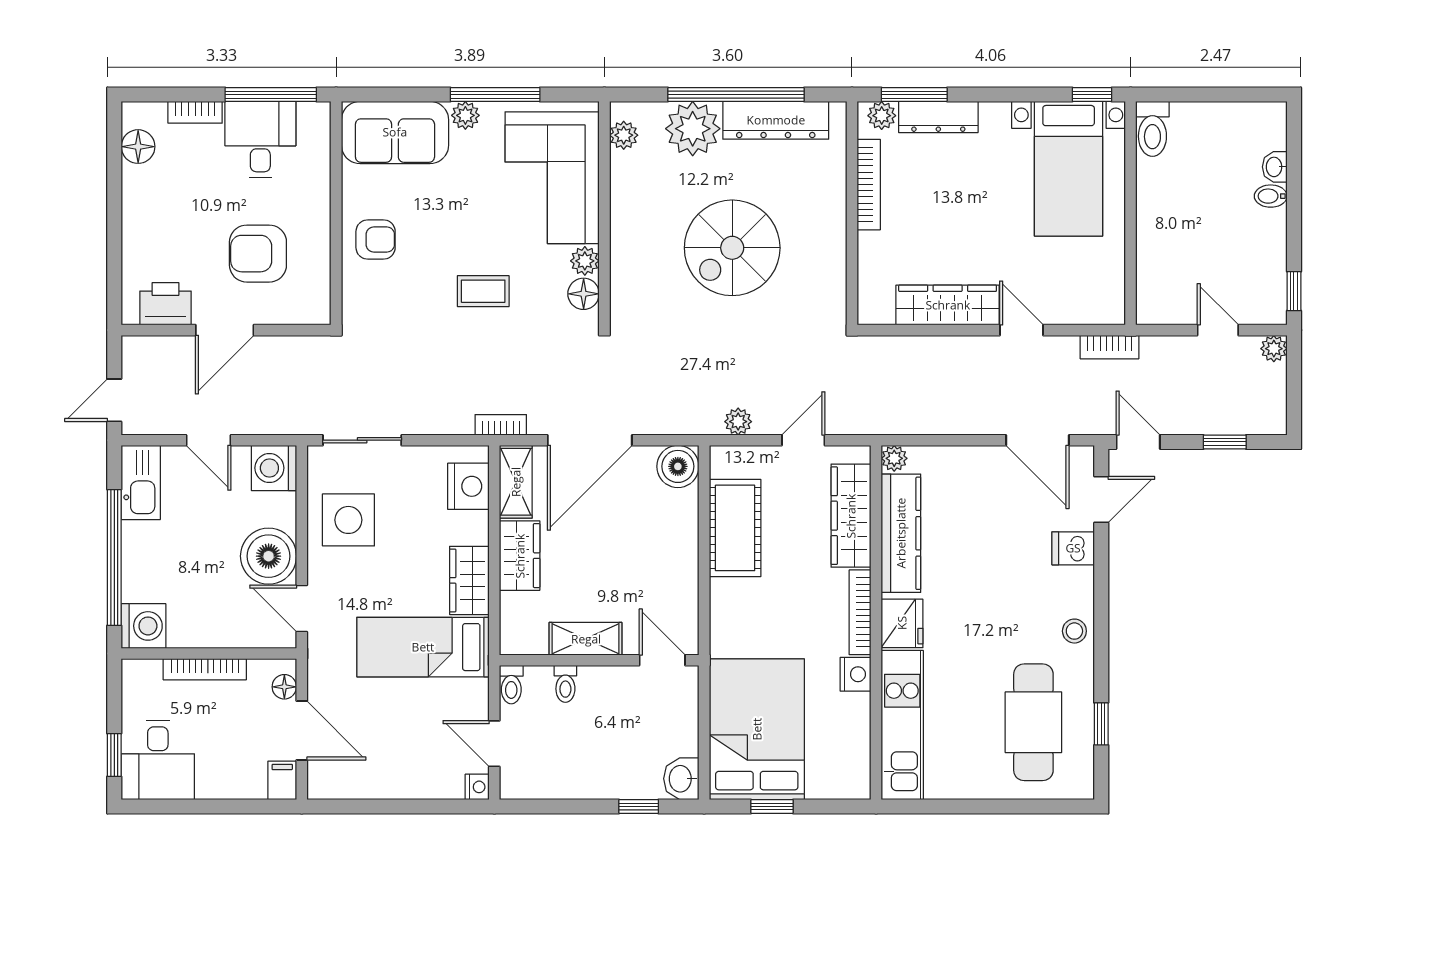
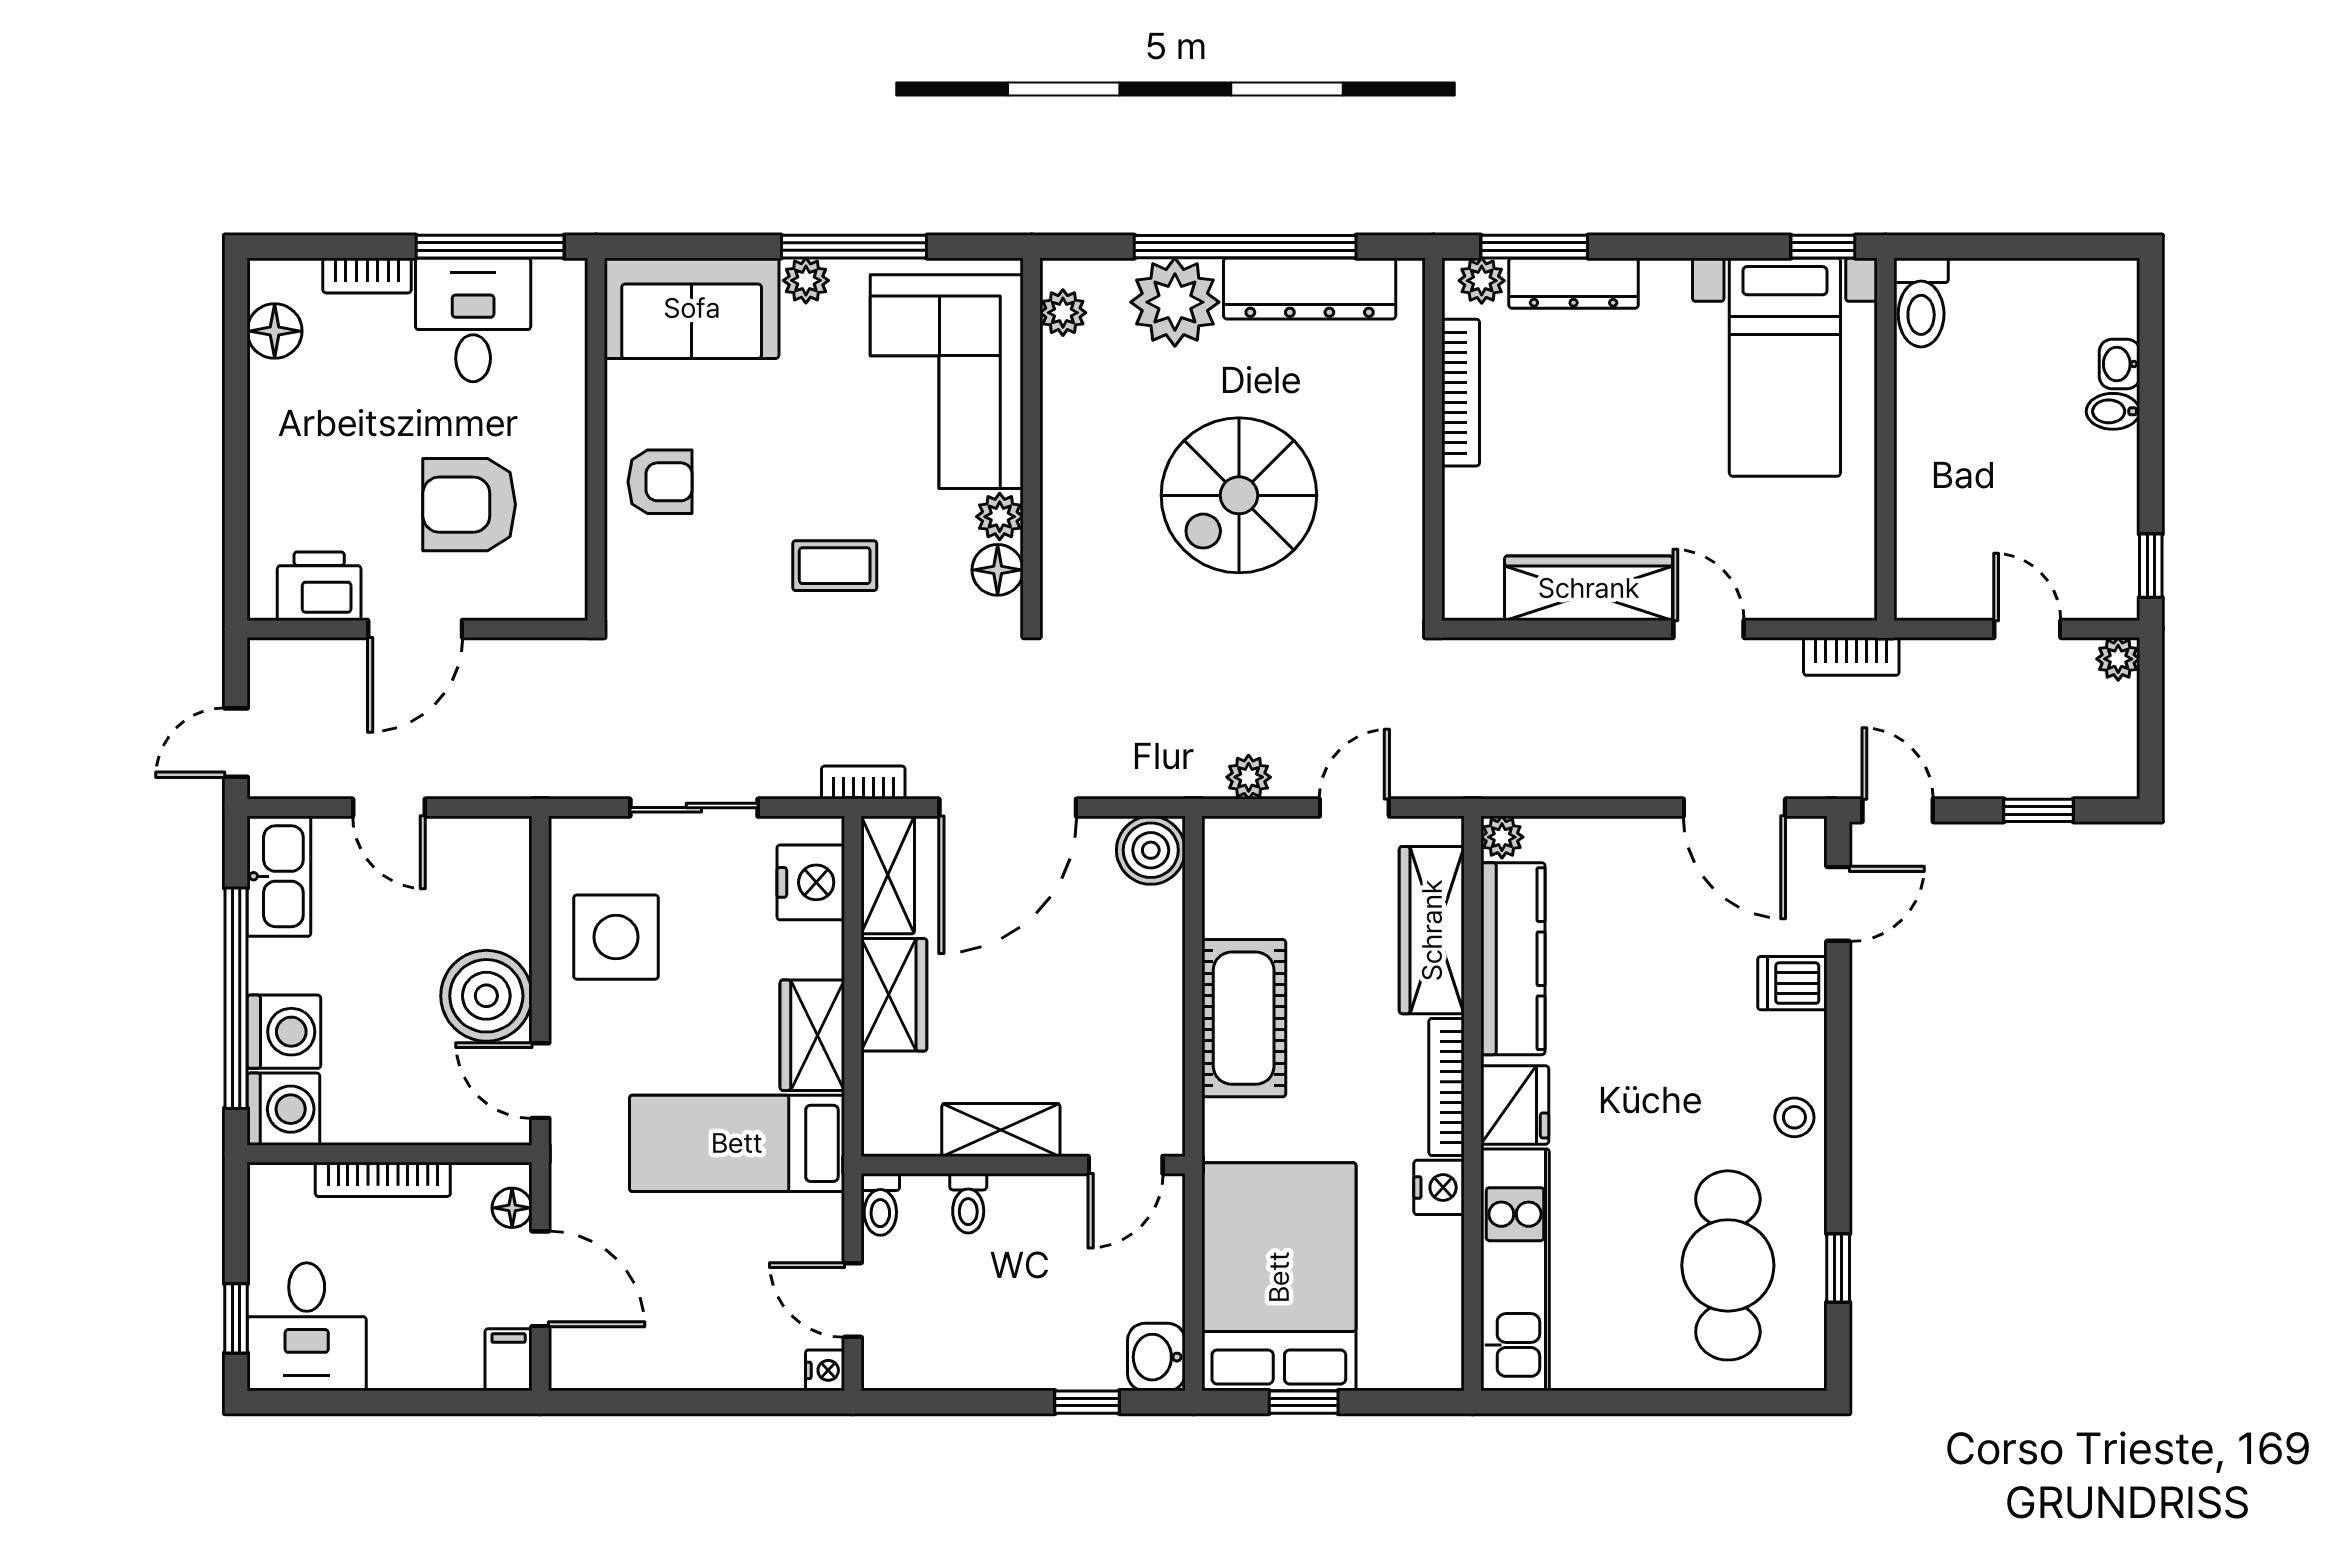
sliding door: (362, 440) -> (694, 808), moved
washing machine: (274, 468) -> (284, 1032), moved, turned 180
cot: (735, 528) -> (1244, 1018), moved
door: (662, 660) -> (1126, 1165), swing flipped

